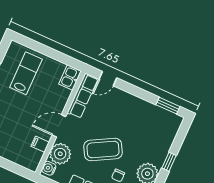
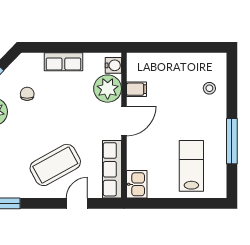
lab bench: (26, 73) -> (191, 166), turned 180
door: (108, 79) -> (77, 203), moved
coffee table: (103, 149) -> (55, 165), moved

